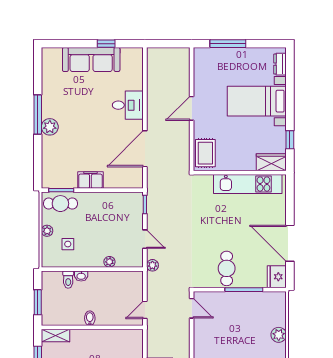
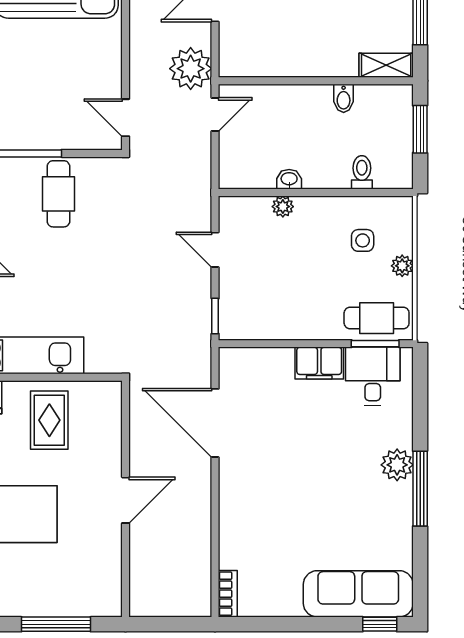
window: (106, 44) -> (380, 624), moved
sofa: (91, 59) -> (358, 594), moved
bookcase: (138, 60) -> (228, 594), added
desk: (128, 105) -> (373, 376), moved, turned 90
door: (145, 149) -> (215, 423), swing flipped
rug: (205, 153) -> (49, 420), moved
plant: (152, 265) -> (191, 69), moved, width x1.87, depth x1.87
washbasin: (81, 276) -> (289, 179), moved
bidet: (90, 318) -> (344, 98), moved

